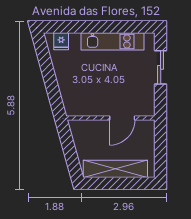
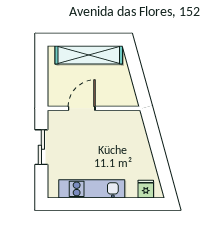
sliding door: (161, 67) -> (41, 147), moved

